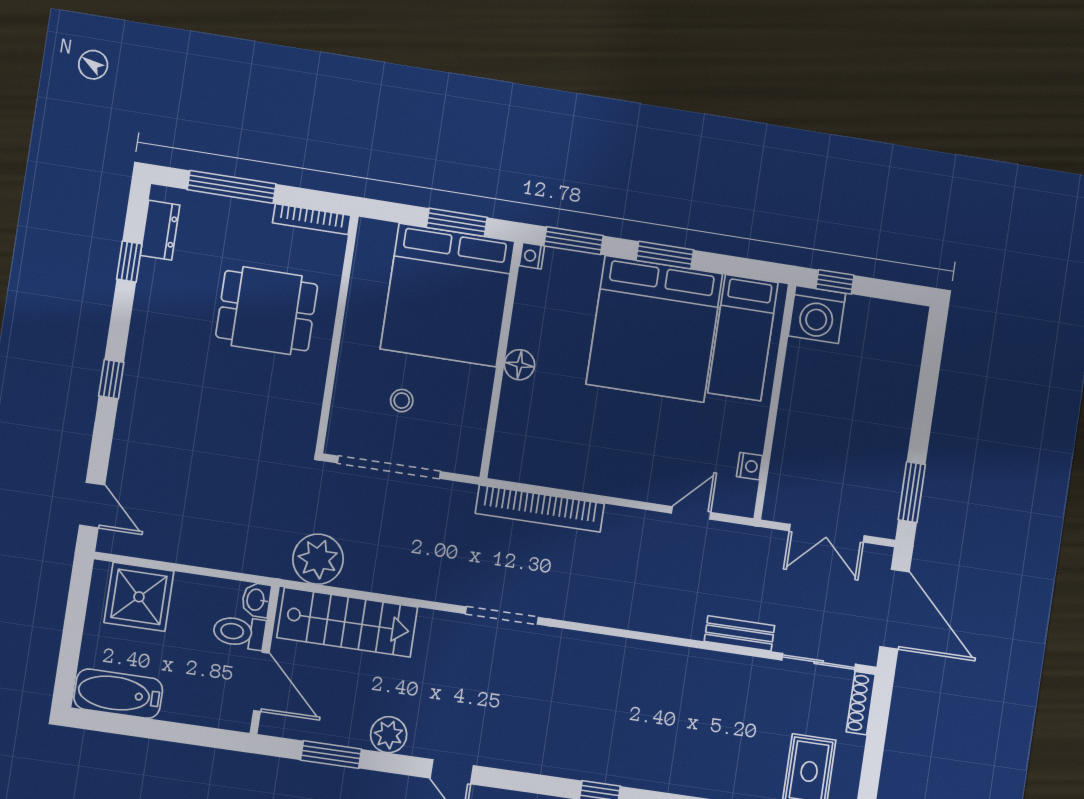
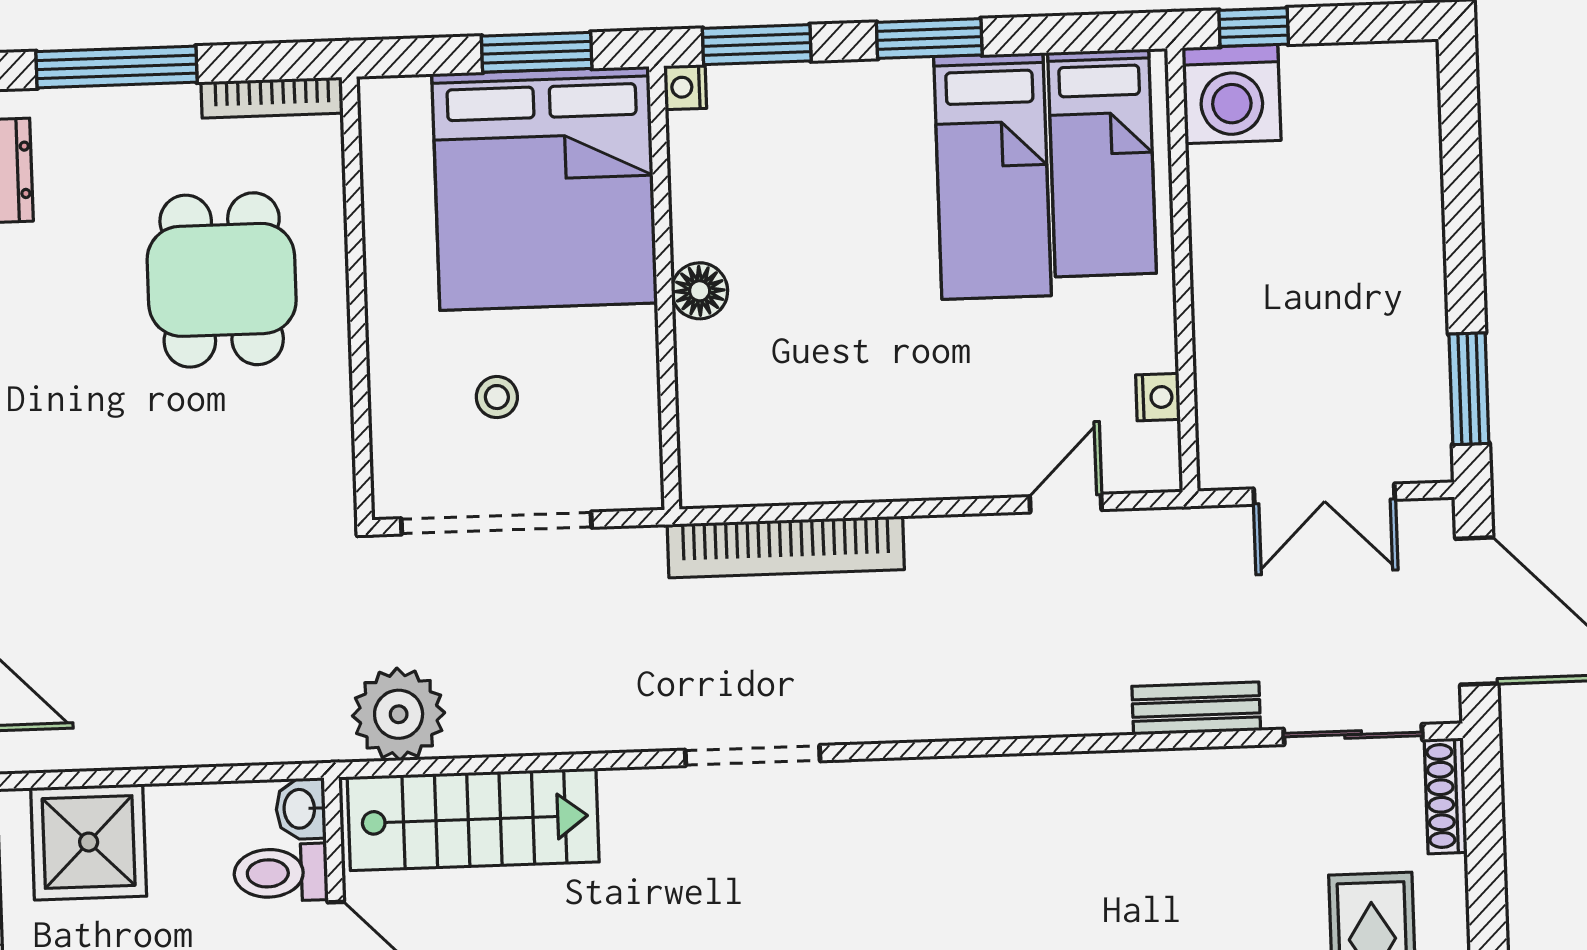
dining table: (267, 311) -> (222, 280), turned 90
bed: (654, 329) -> (992, 176), width x0.49

